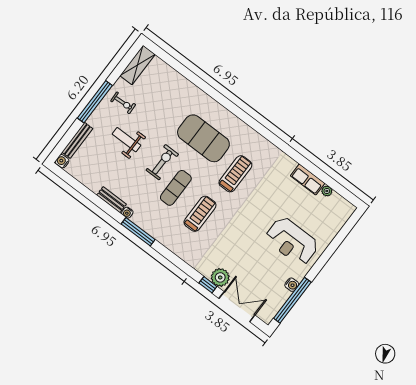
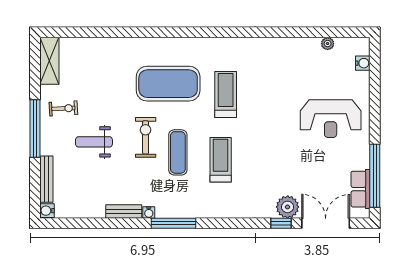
row of seats: (308, 179) -> (360, 189), moved, turned 90
water cooler: (292, 285) -> (363, 63), moved

